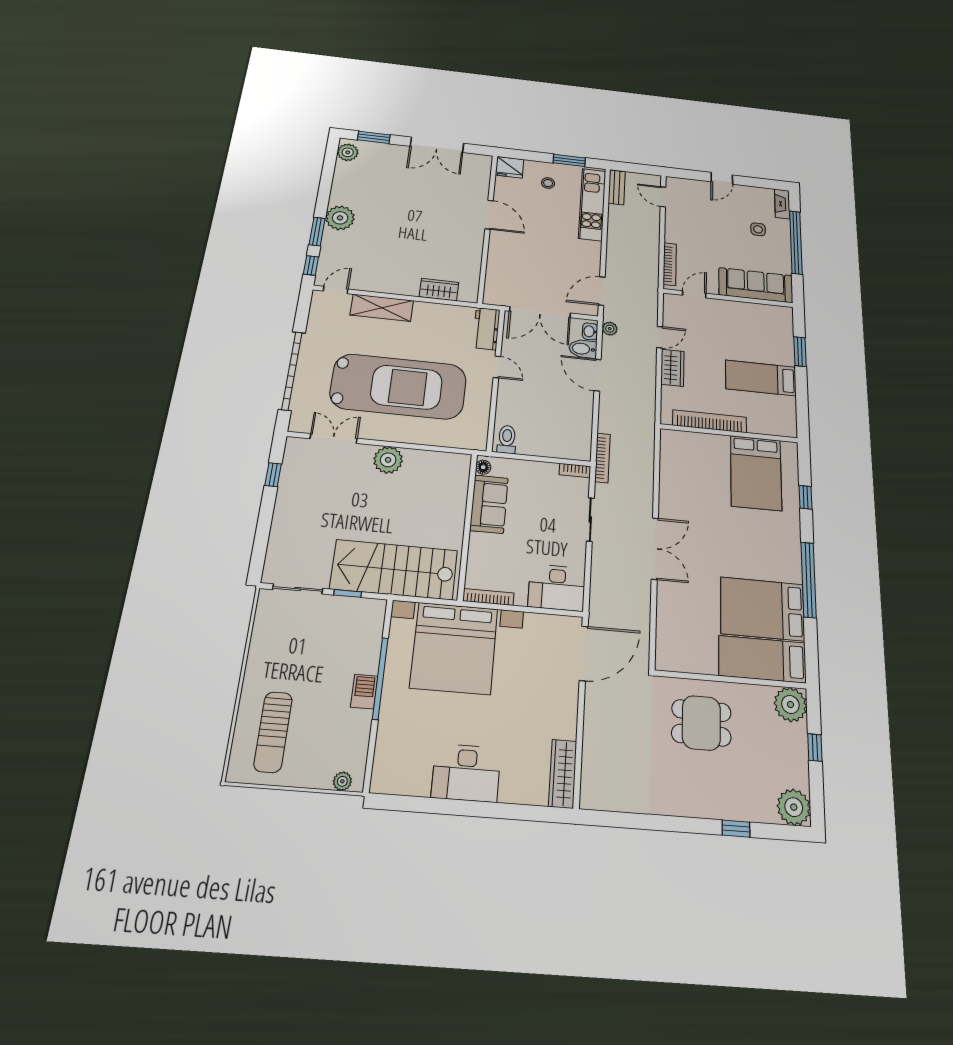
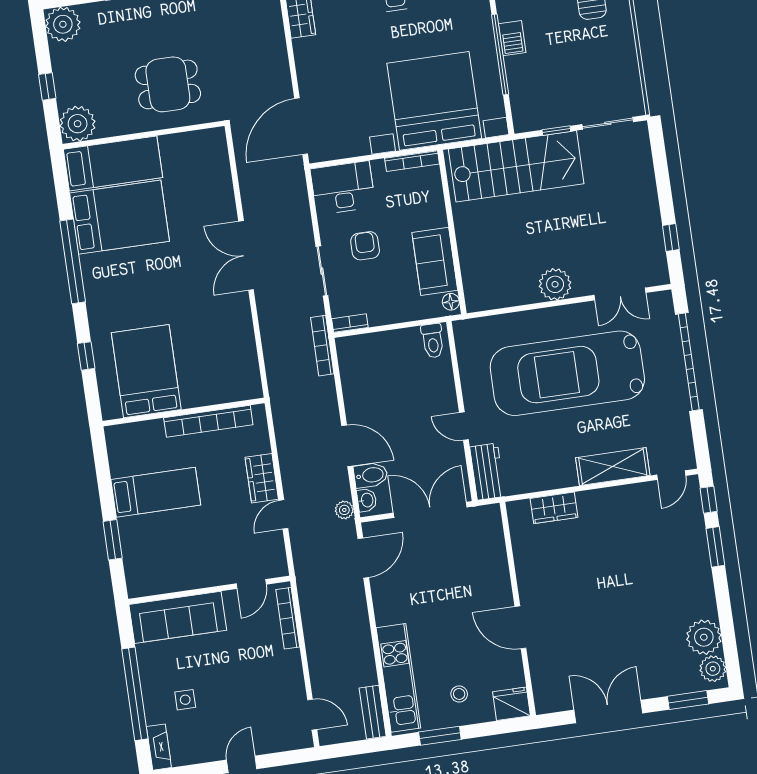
plant: (340, 218) -> (704, 637), moved
armchair: (548, 532) -> (365, 246), added

